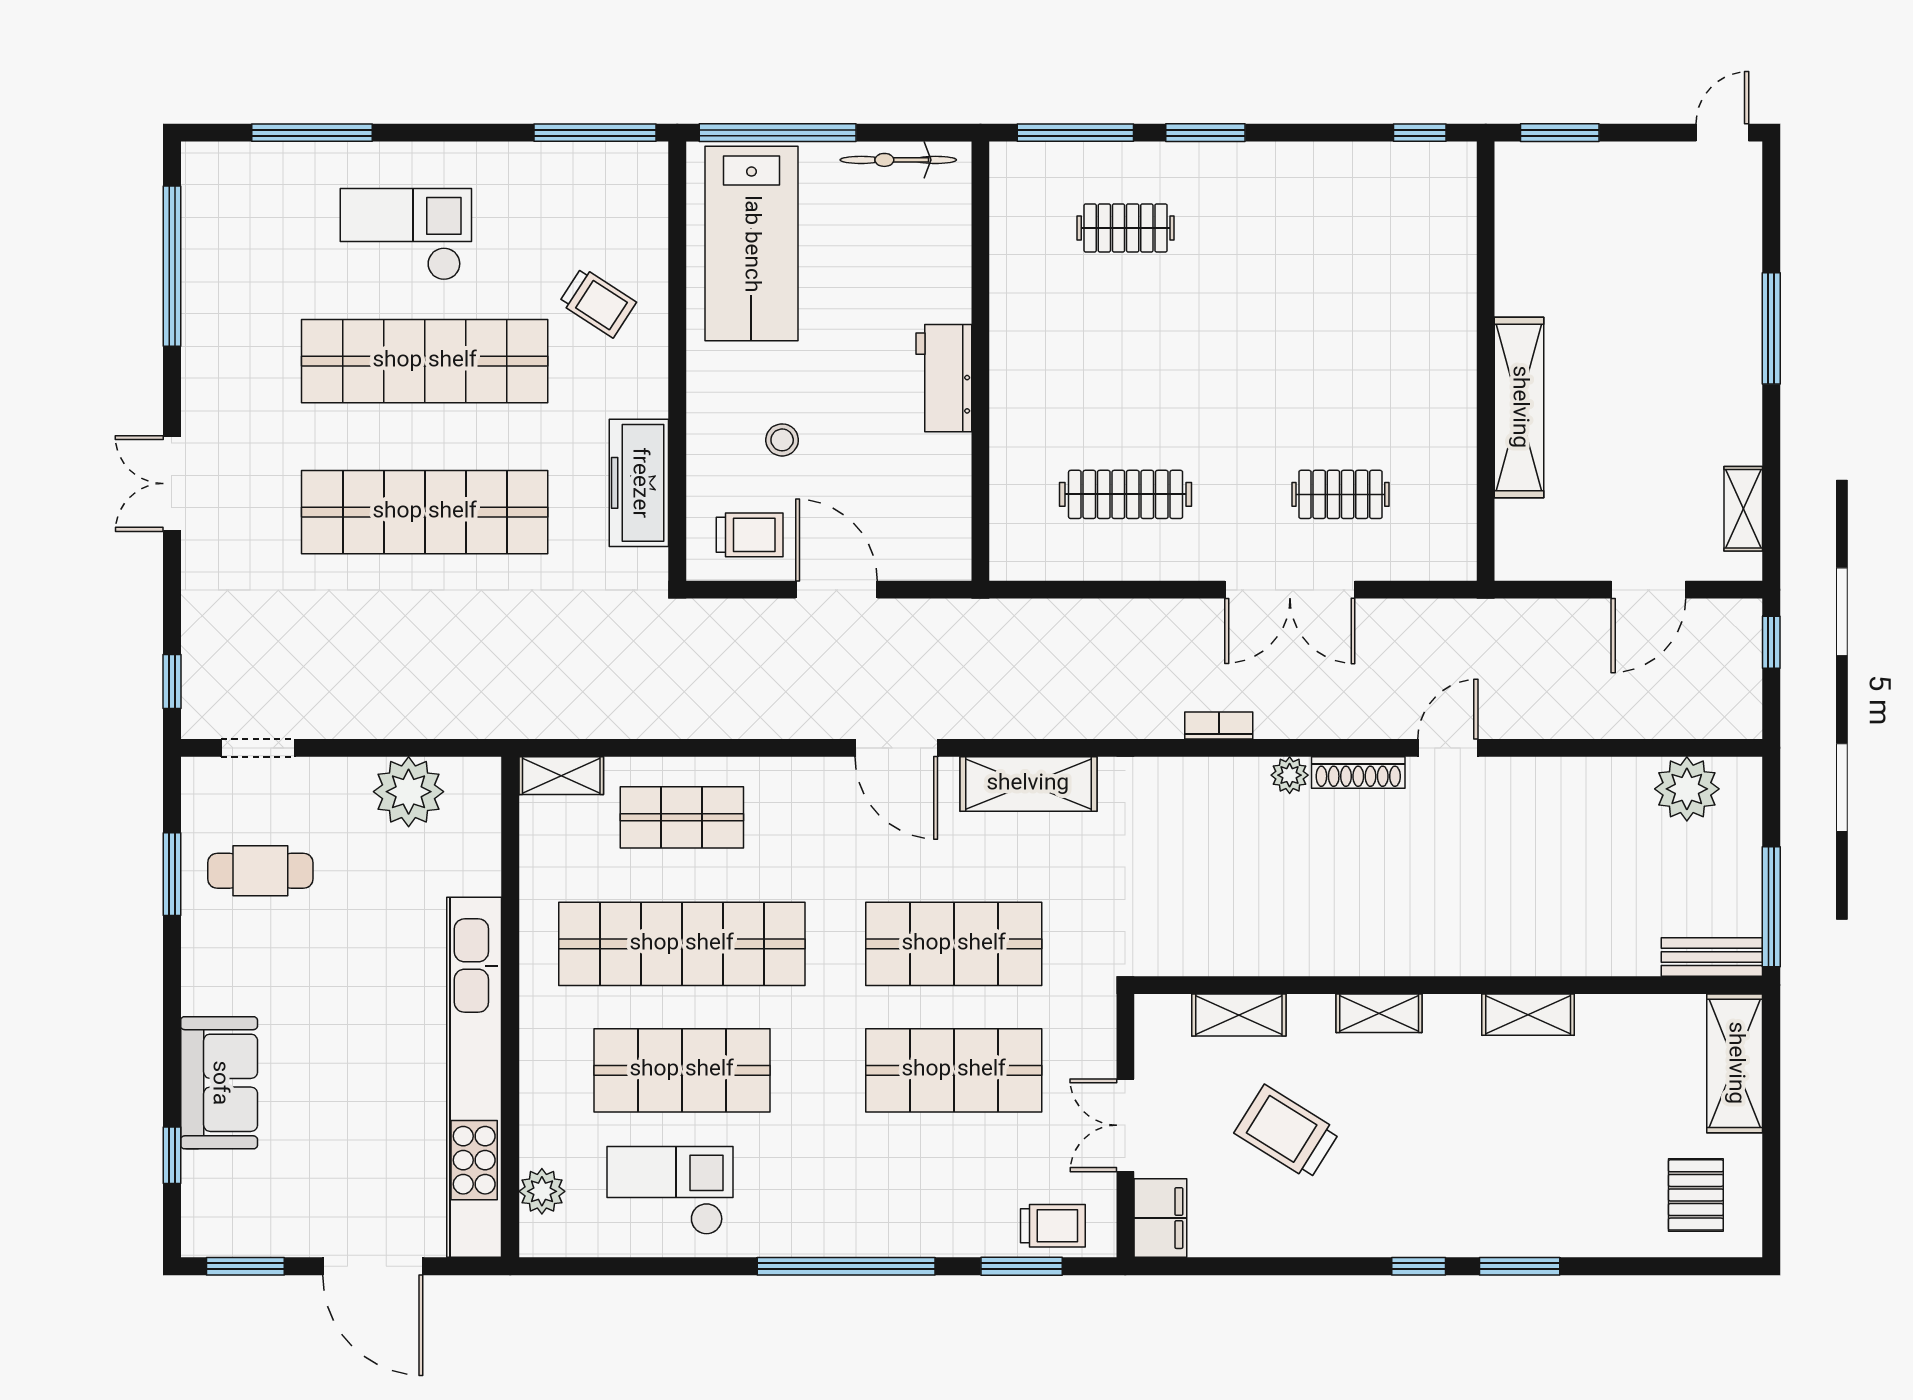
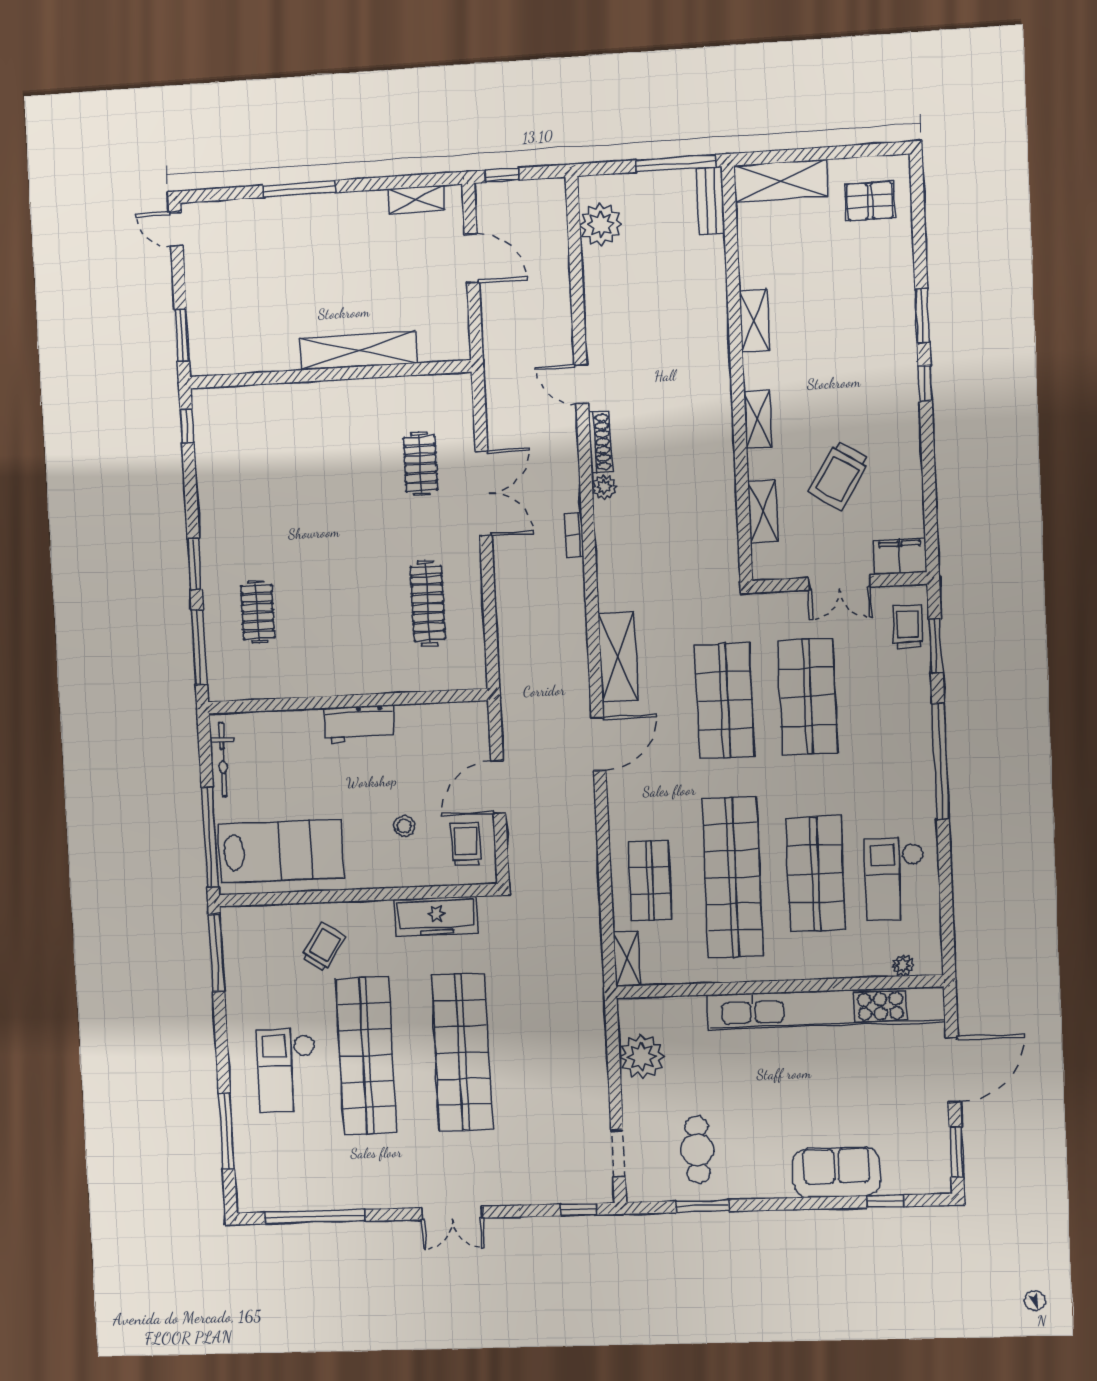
plant: (542, 1191) -> (903, 966), width x0.73, depth x0.73

